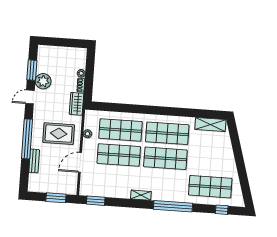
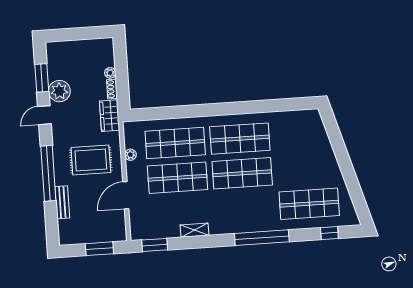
shelving: (210, 125) -> (297, 118), removed
shelving: (141, 195) -> (194, 230), moved

